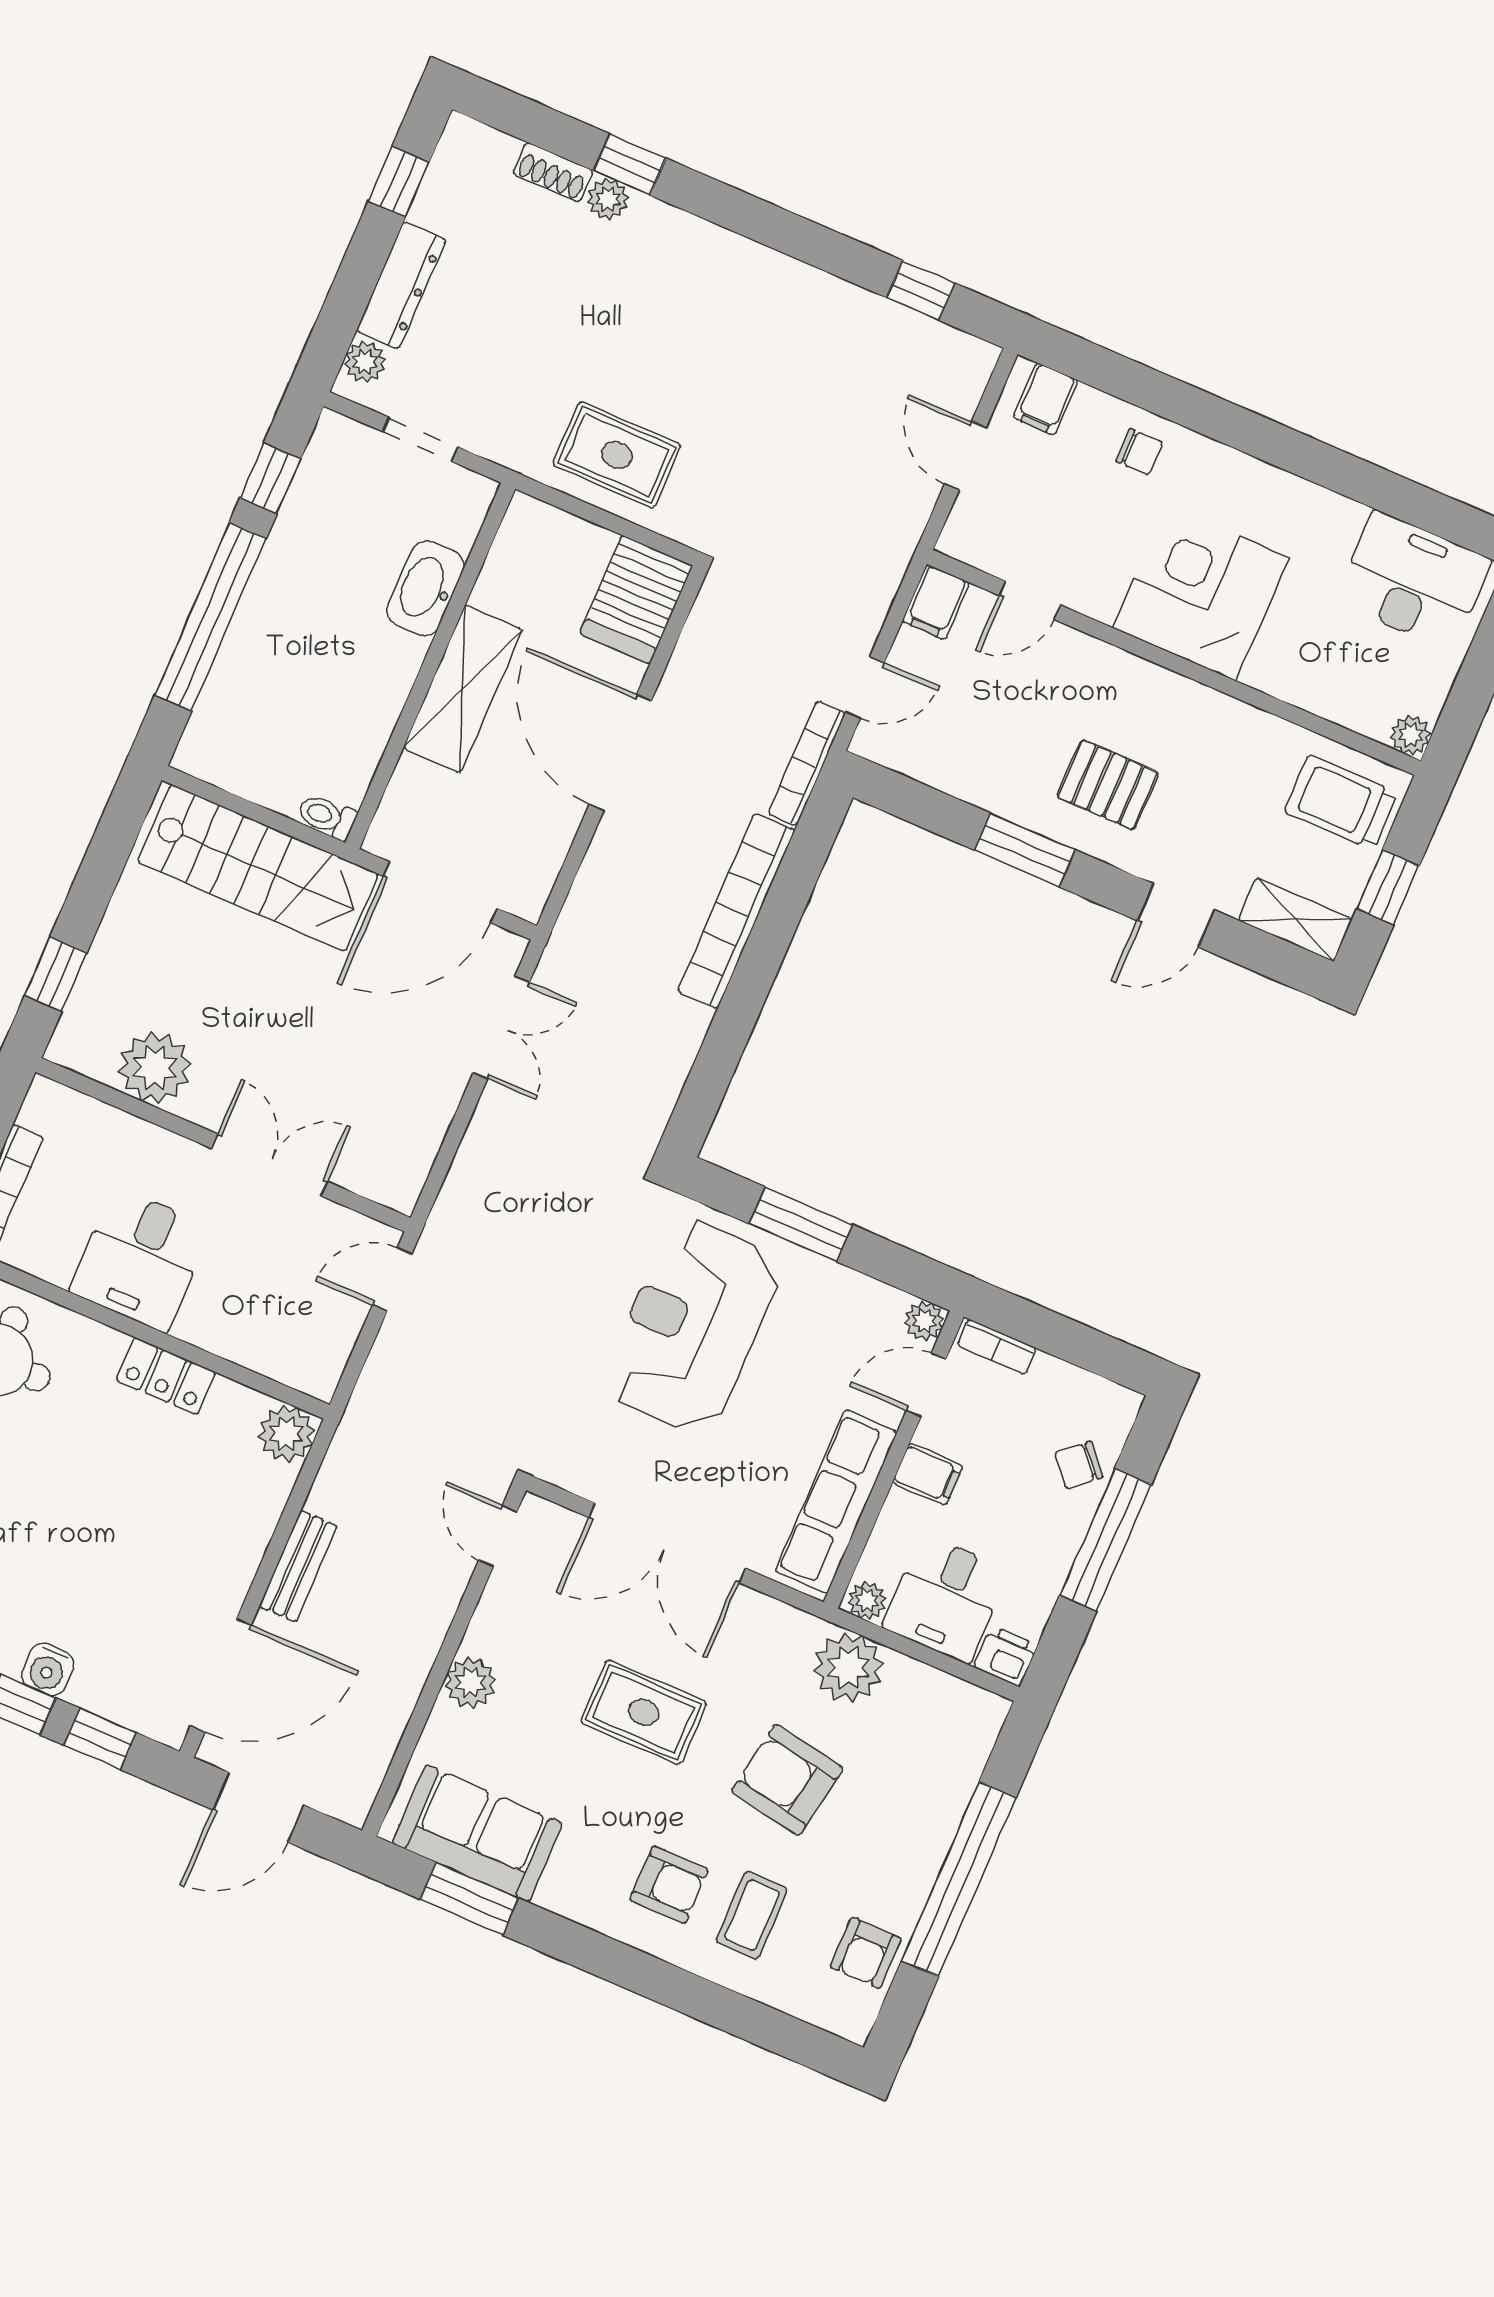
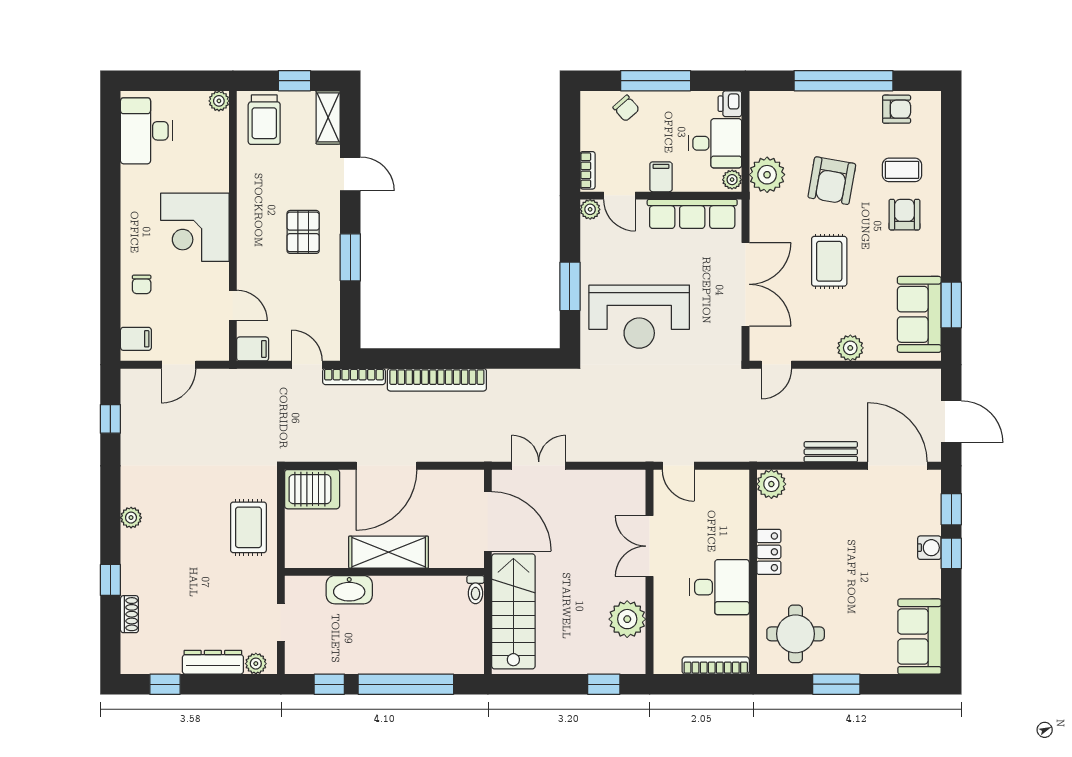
plant: (608, 199) -> (131, 518), moved
chair: (1139, 452) -> (142, 284), turned 180

